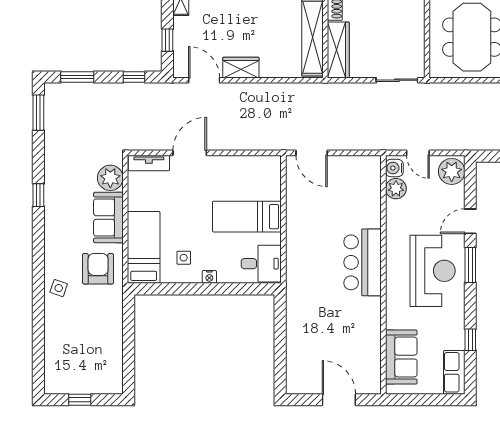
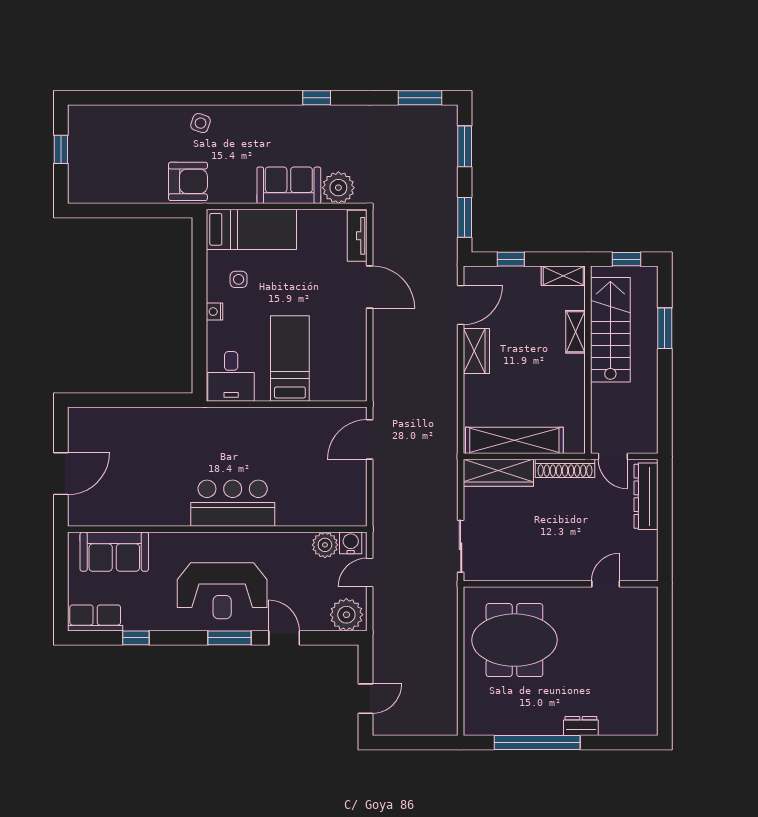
window: (134, 77) -> (465, 217), width x1.50
armchair: (98, 269) -> (188, 181), moved

